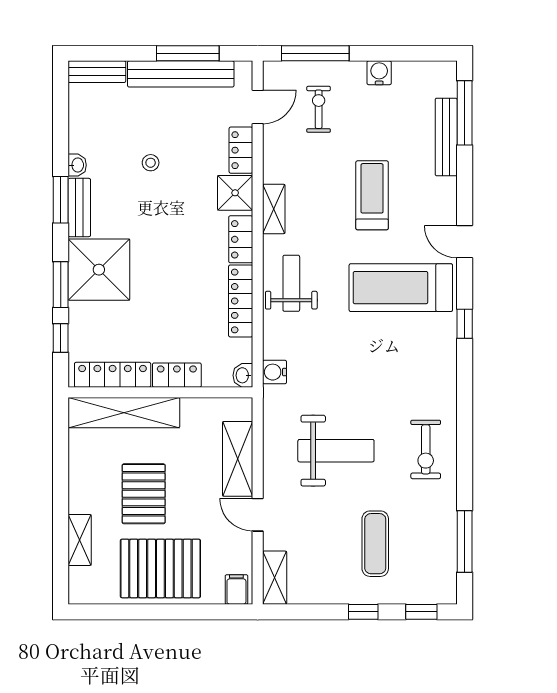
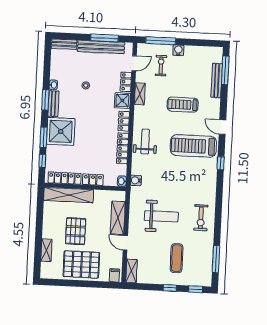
water cooler: (379, 73) -> (178, 50), moved
treadmill: (372, 195) -> (183, 105), turned -90
shelving: (274, 209) -> (140, 94), moved

